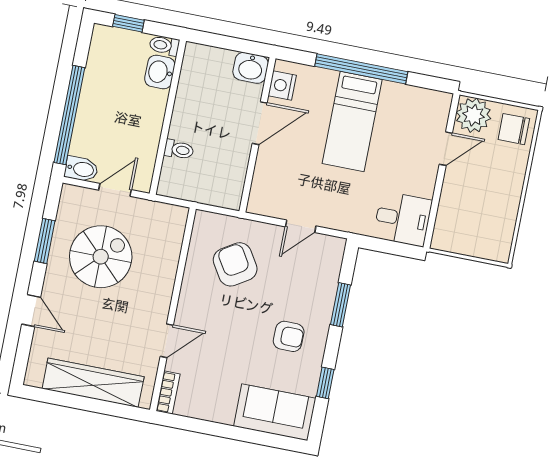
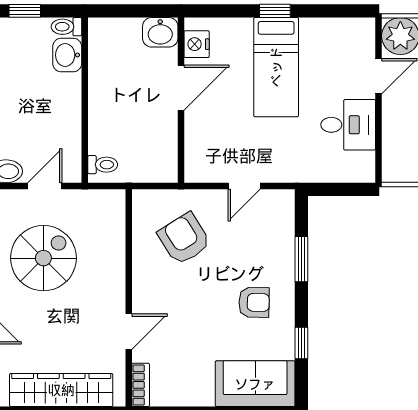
window: (361, 69) -> (275, 11), width x0.32
toilet: (179, 150) -> (103, 165), moved
desk: (403, 219) -> (348, 125), moved

